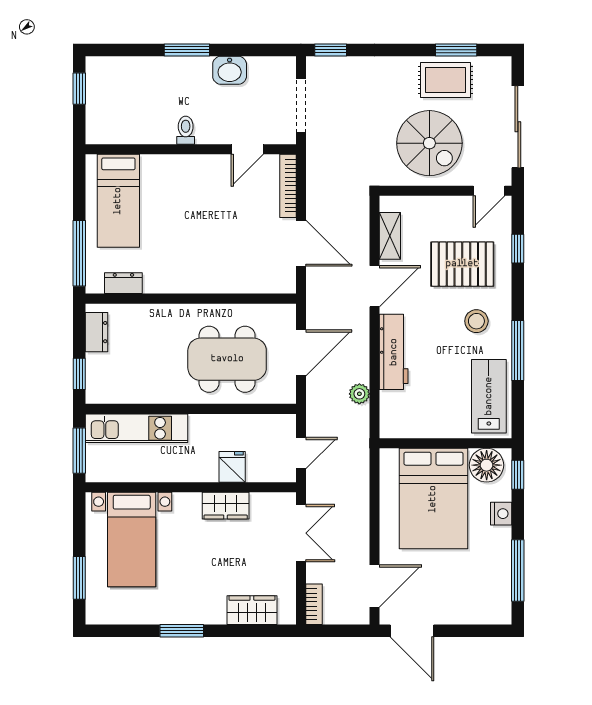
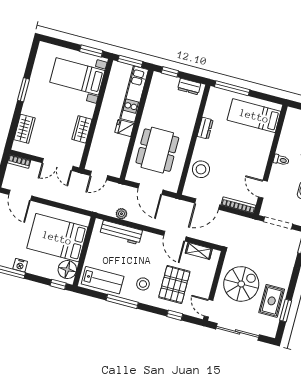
spiral stairs: (429, 143) -> (241, 284), turned 180
stool: (241, 271) -> (201, 169), added
dresser: (123, 283) -> (205, 128), moved
workbench: (394, 352) -> (121, 232), moved
door: (301, 453) -> (99, 175), hinge flipped
fridge: (232, 467) -> (125, 128), moved, turned 180
nightstand: (501, 514) -> (20, 265), moved
window: (79, 578) -> (91, 51), moved

